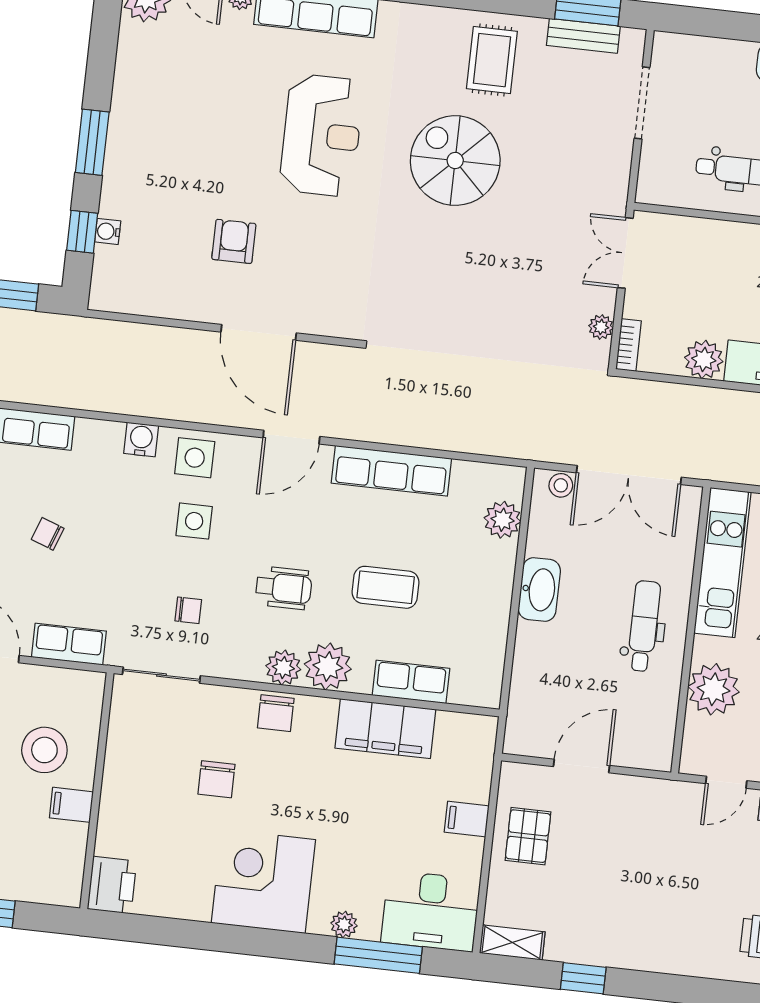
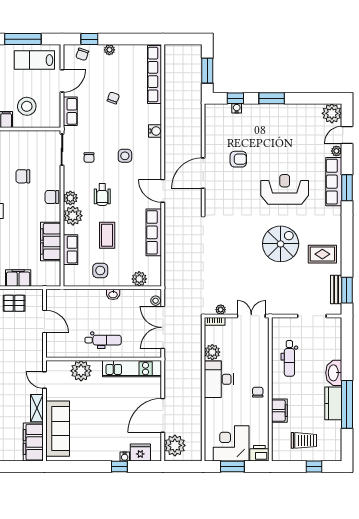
reception desk: (321, 135) -> (285, 189), turned 180
side table: (195, 458) -> (100, 270), moved
washbasin: (539, 590) -> (113, 294), width x0.52, depth x0.69
filing cabinet: (467, 819) -> (18, 278), width x2.00

